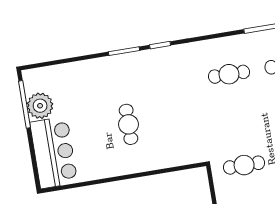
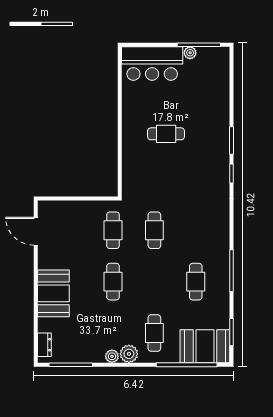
cafe table: (229, 74) -> (154, 230), moved
plant: (40, 106) -> (190, 53), width x0.53, depth x0.53

